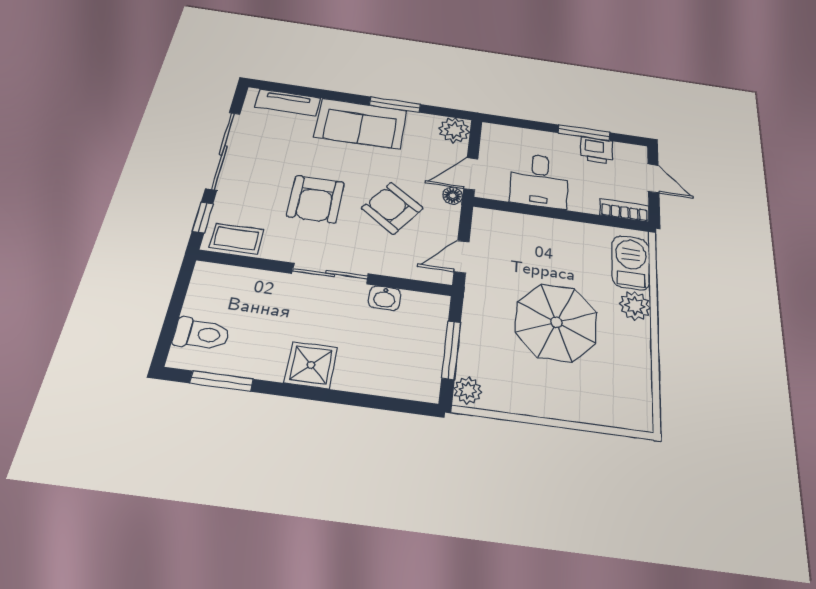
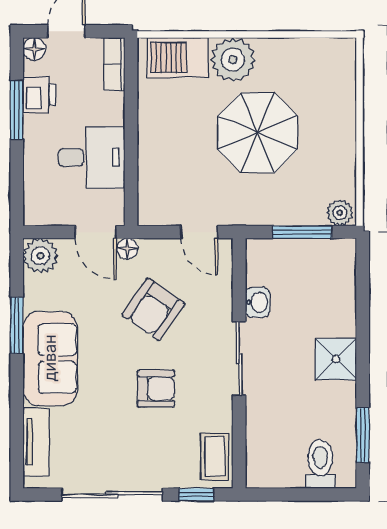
floor lamp: (637, 153) -> (34, 49), added
armchair: (316, 199) -> (156, 389), width x0.72, depth x0.72
plant: (635, 306) -> (233, 60), width x1.36, depth x1.36

